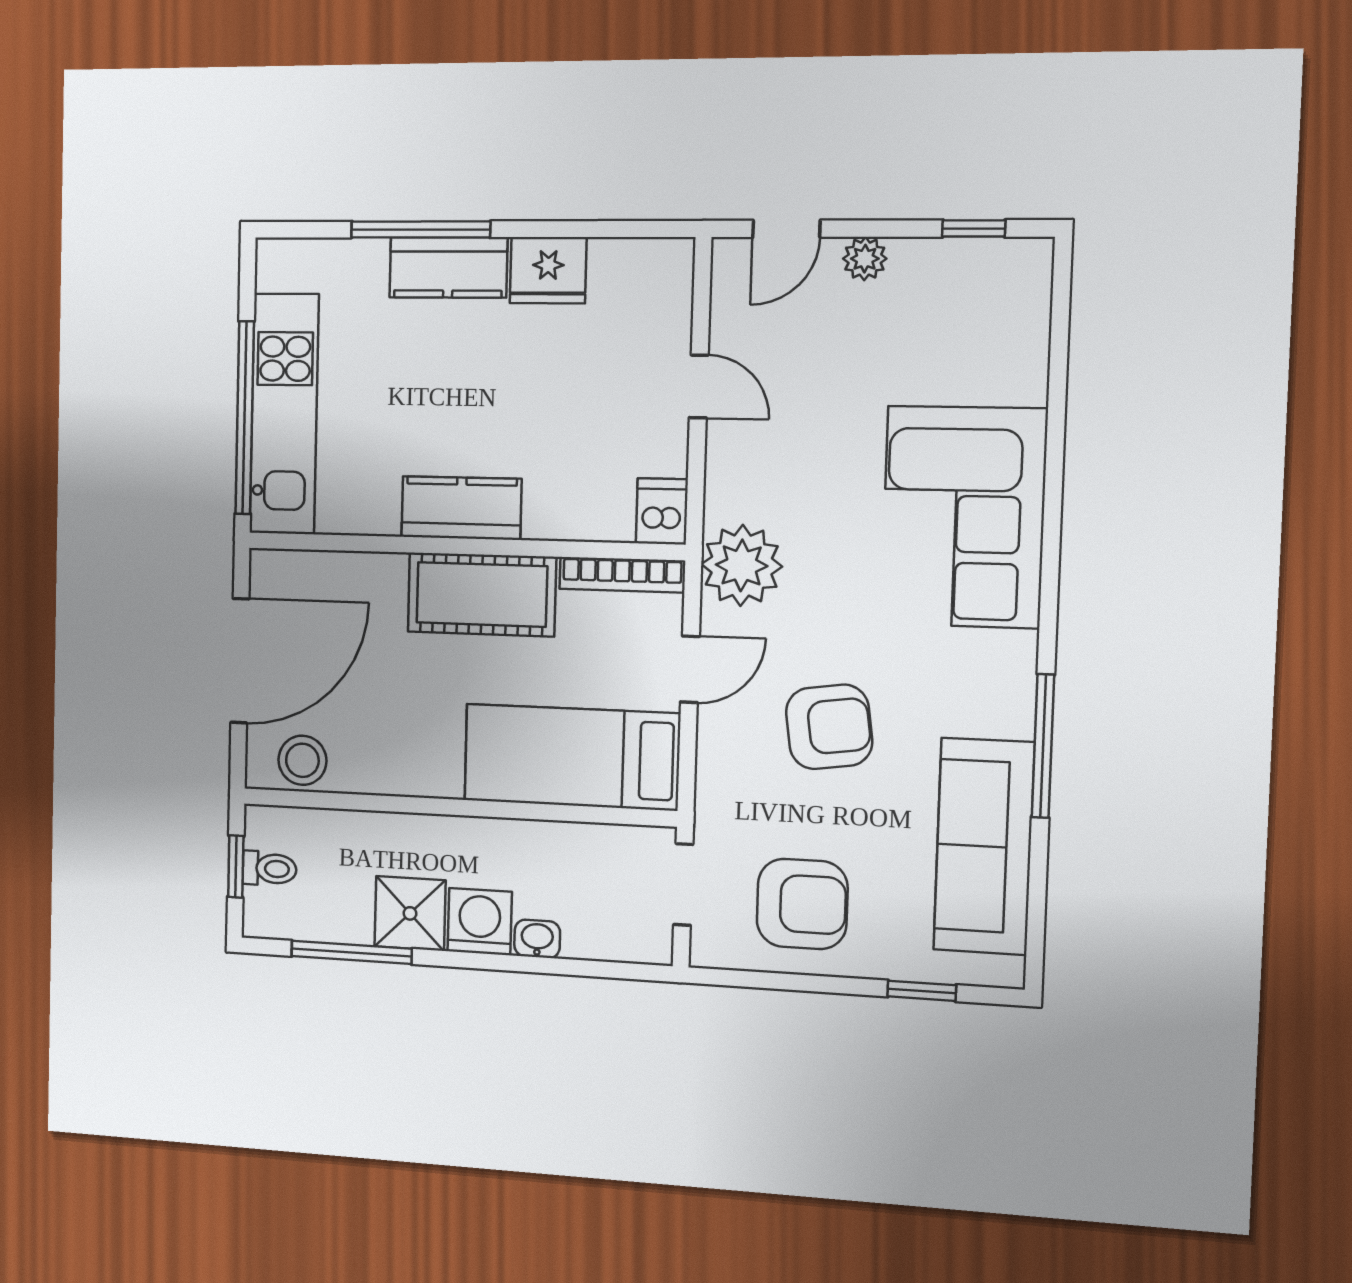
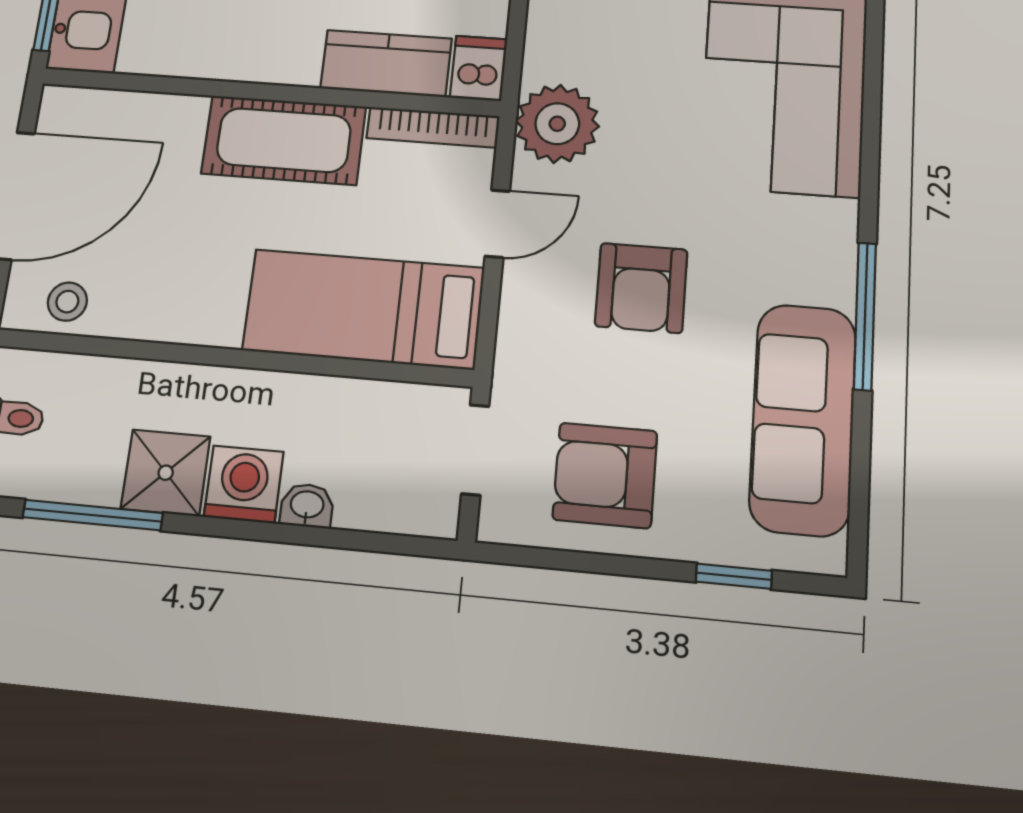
kitchen counter: (461, 508) -> (386, 63), moved
armchair: (829, 727) -> (641, 288), turned 98
stool: (302, 760) -> (67, 302), width x0.73, depth x0.73
armchair: (802, 904) -> (605, 475), turned 180

